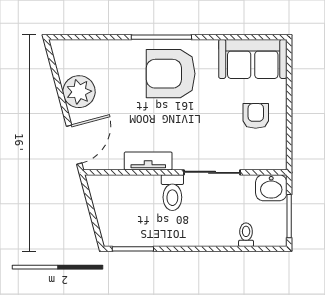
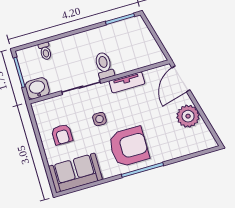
side table: (199, 122) -> (99, 119), added

